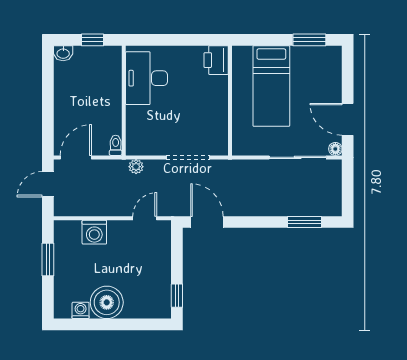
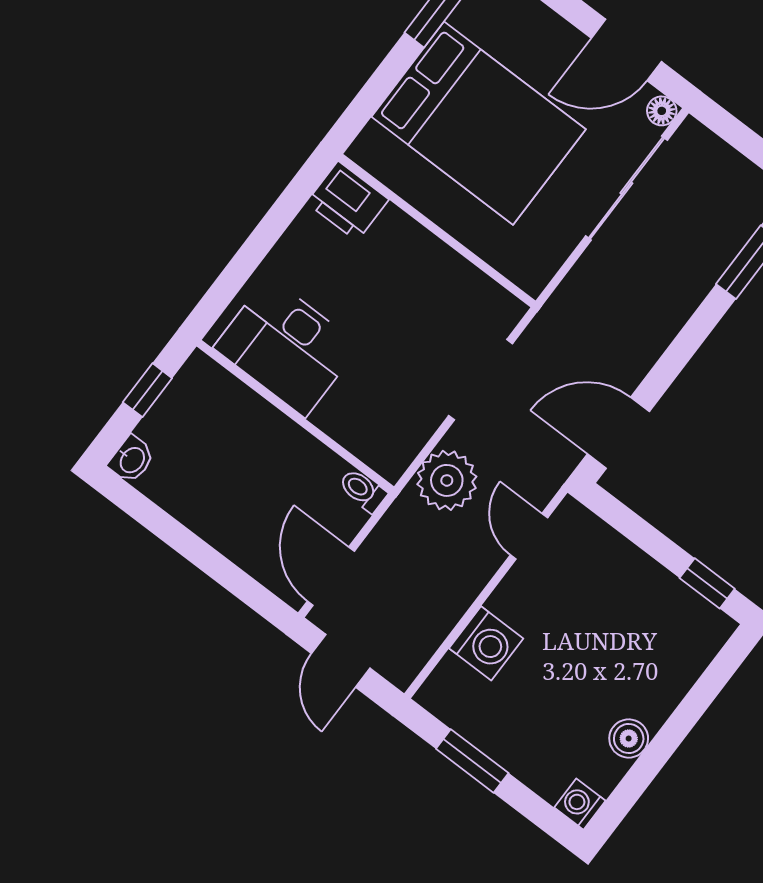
bed: (271, 86) -> (479, 123), width x1.50
plant: (136, 167) -> (447, 480), width x1.88, depth x1.88
boiler: (107, 302) -> (629, 739), width x0.54, depth x0.54
washing machine: (81, 310) -> (580, 804), moved

